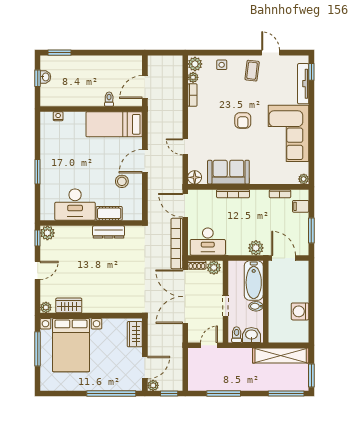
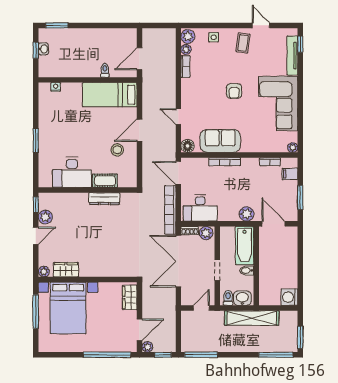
plant: (47, 233) -> (45, 217), moved
washing machine: (300, 311) -> (289, 297), moved
shelving: (281, 356) -> (252, 318), moved
window: (224, 394) -> (201, 355), moved

